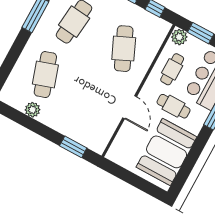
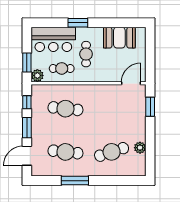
cafe table: (124, 49) -> (65, 109), turned 30
door: (130, 107) -> (131, 83), moved
booth: (167, 152) -> (119, 38), width x0.73, depth x0.70

